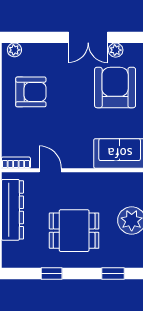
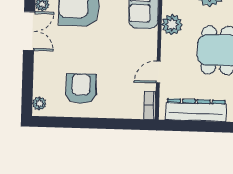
plant: (99, 183) -> (172, 25), added

